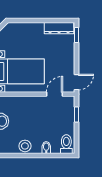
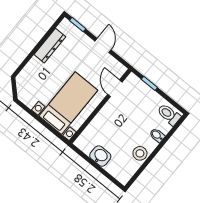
dresser: (59, 28) -> (50, 46), moved
door: (76, 82) -> (103, 45), moved

